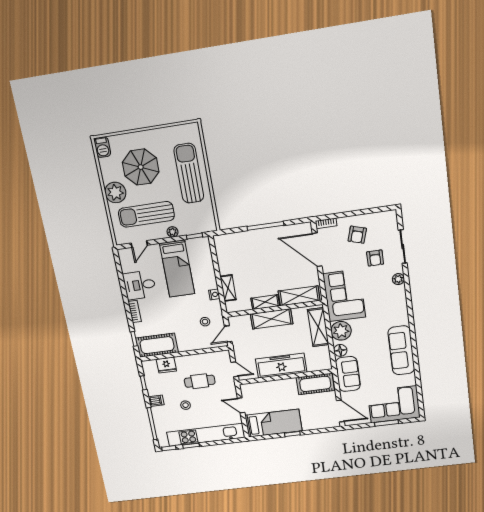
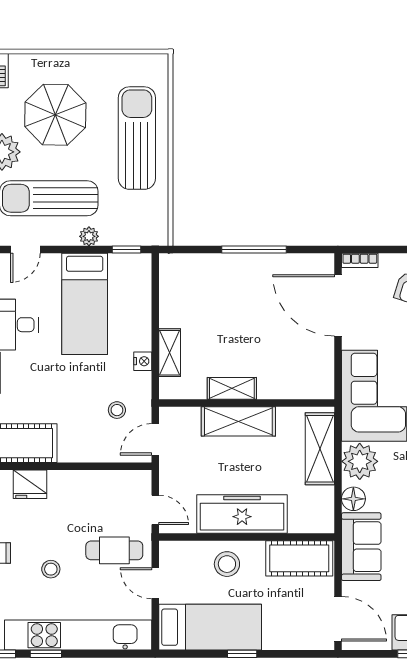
shelving: (299, 296) -> (294, 385), removed
cafe table: (200, 381) -> (114, 550), moved
stool: (277, 391) -> (227, 564), added

